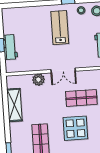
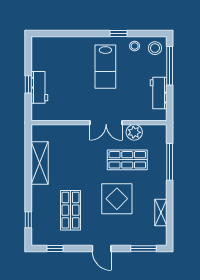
lab bench: (60, 28) -> (105, 67), turned 180
plant: (38, 80) -> (134, 132), moved

